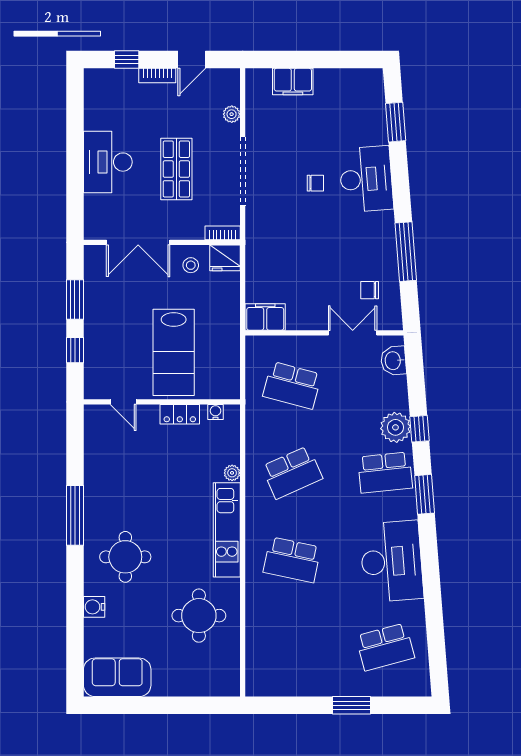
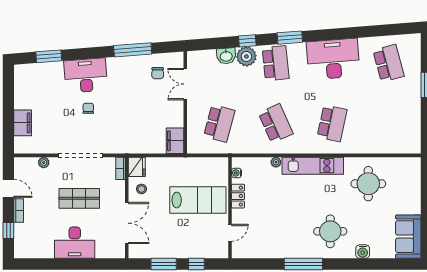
washbasin: (393, 361) -> (226, 56), moved

